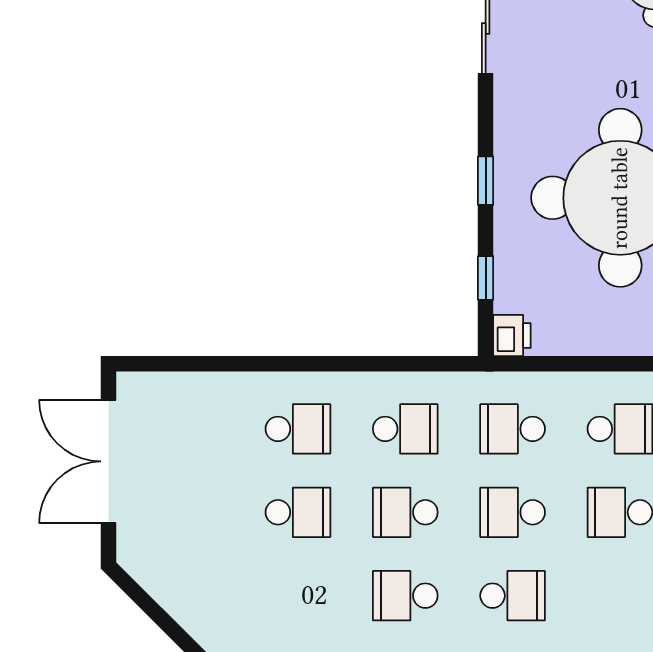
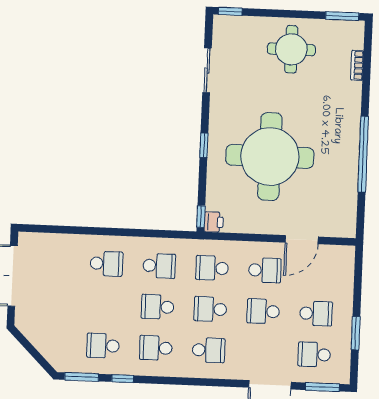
window: (486, 278) -> (201, 217), moved
school desk: (298, 512) -> (103, 346), moved, turned 180

